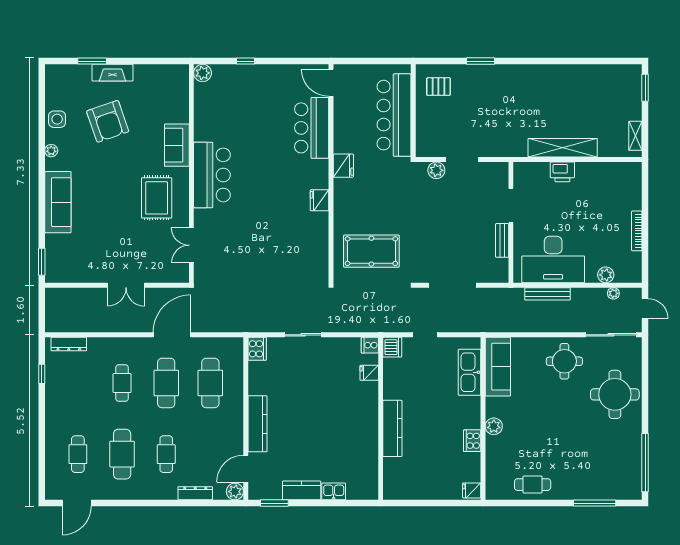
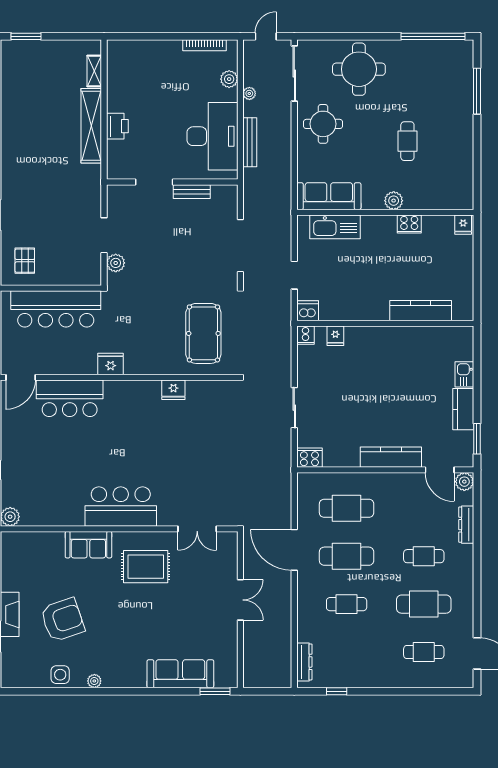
shelving: (635, 136) -> (94, 71), moved, turned 90
fridge: (320, 200) -> (173, 390), moved
sofa: (58, 202) -> (180, 674), moved
bookcase: (637, 231) -> (204, 45), moved
plant: (613, 293) -> (249, 93), moved
kitchen counter: (392, 428) -> (421, 311), moved
cafe table: (533, 485) -> (407, 141), moved

